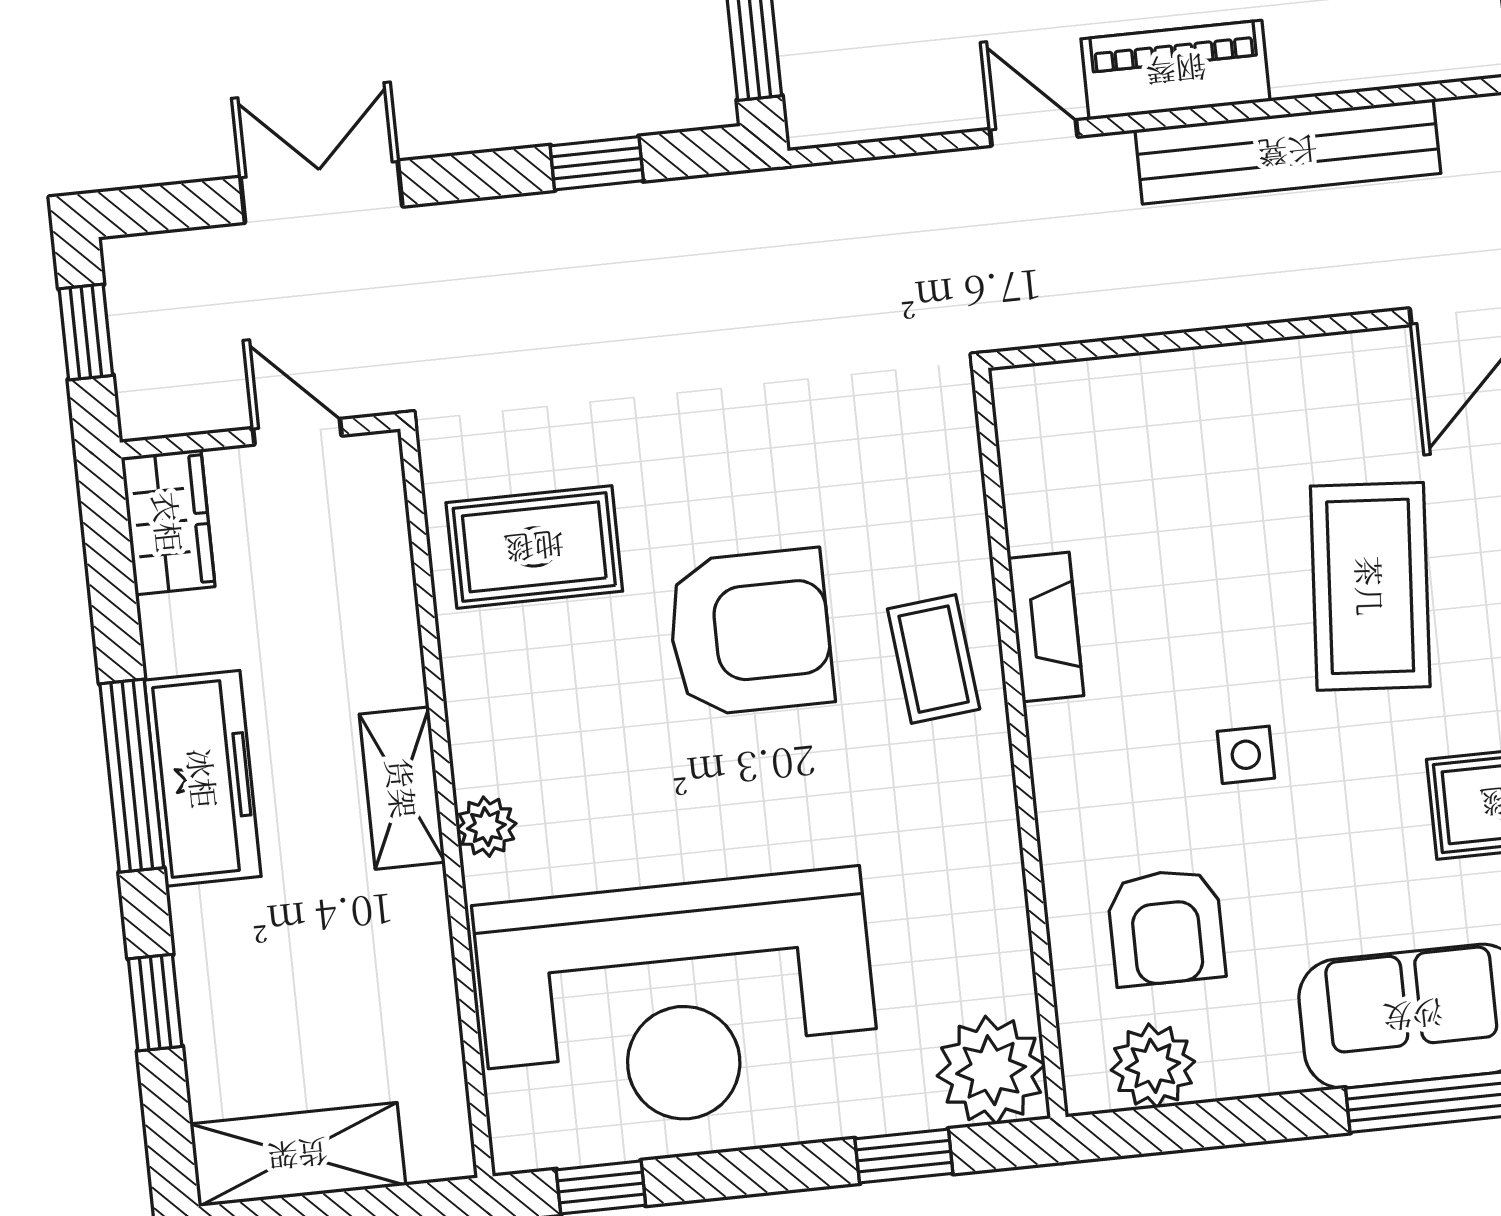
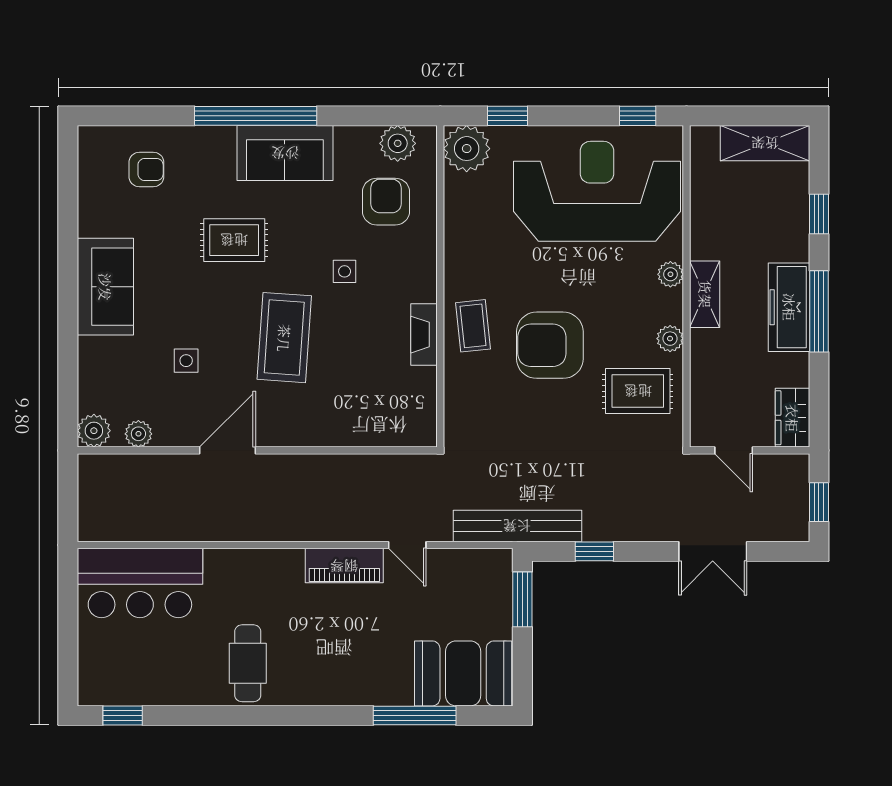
bench: (1288, 152) -> (517, 526), moved
plant: (472, 677) -> (670, 339), added

